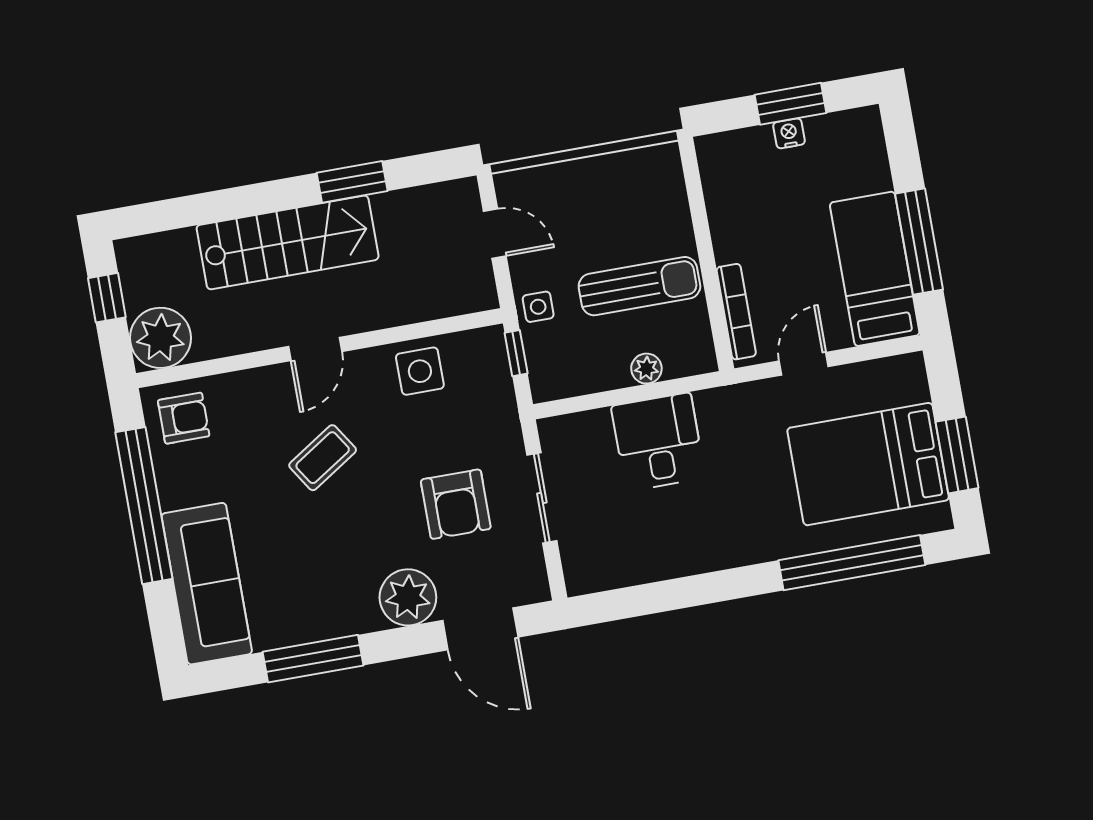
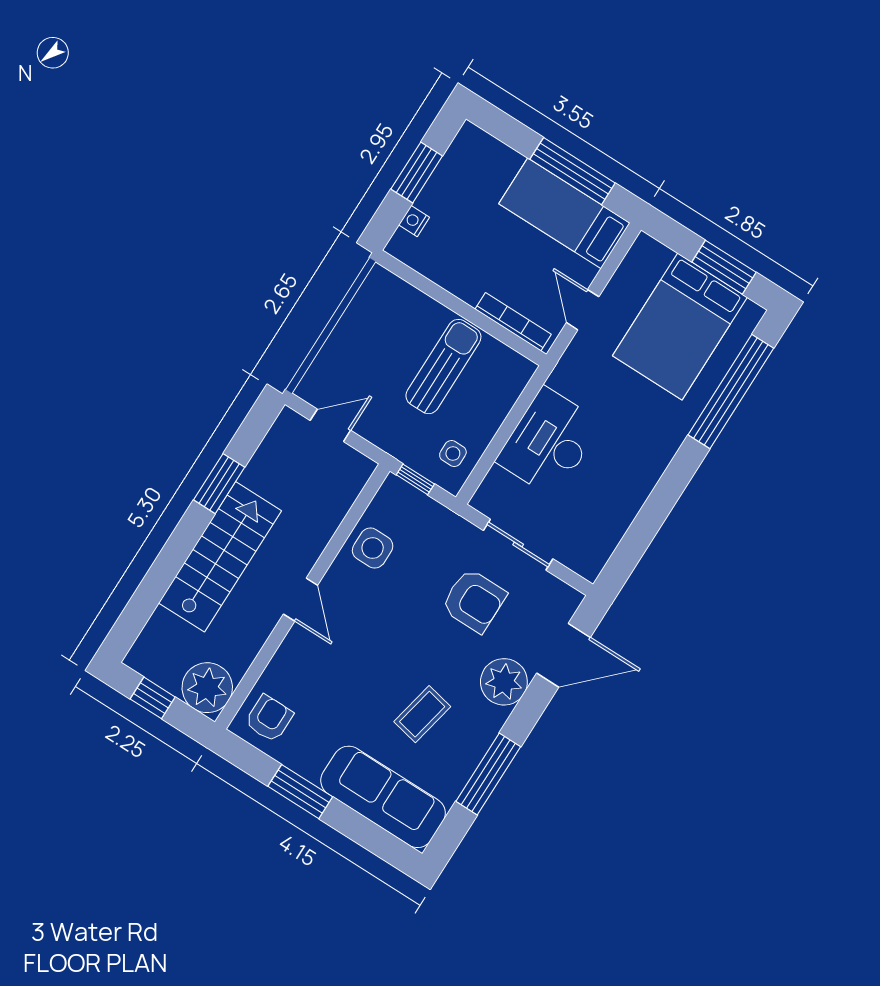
nightstand: (789, 133) -> (414, 221), moved
side table: (538, 307) -> (453, 453), moved
plant: (646, 369) -> (498, 408), removed
desk: (658, 442) -> (549, 442), width x1.37
coffee table: (323, 458) -> (422, 714), moved, turned 45
window: (144, 506) -> (300, 792), width x0.47

